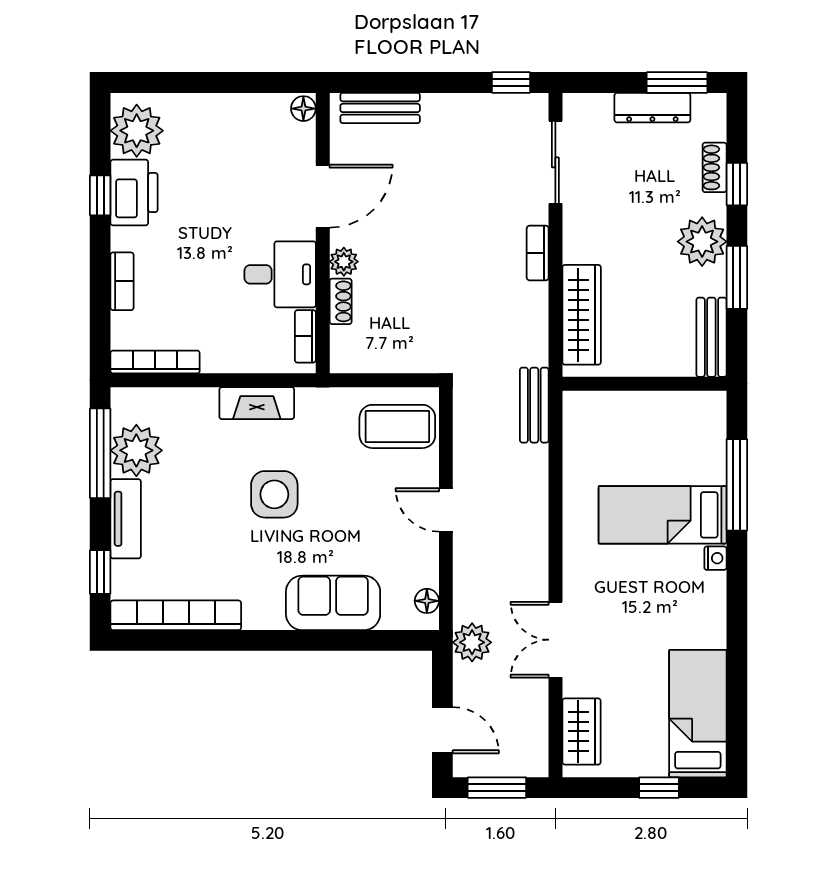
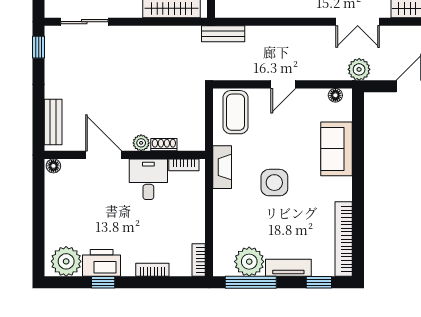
bookcase: (538, 253) -> (136, 32), removed
bookcase: (155, 362) -> (199, 260), width x0.64
fireplace: (257, 403) -> (222, 167), moved

